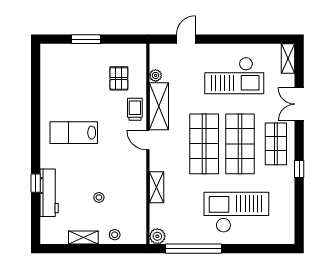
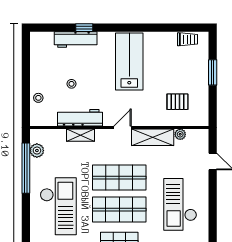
trolley: (135, 109) -> (188, 39), moved
lab bench: (74, 133) -> (129, 61), width x1.36, depth x1.39
workbench: (137, 188) -> (80, 118), added
plant: (157, 236) -> (37, 151), moved
shelving: (83, 237) -> (36, 70), removed

